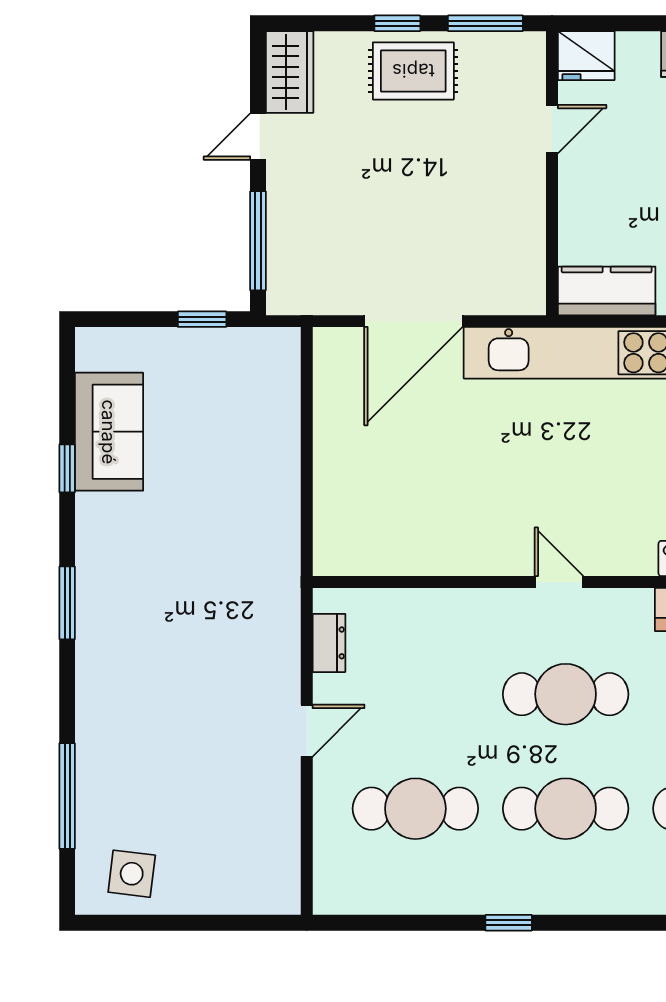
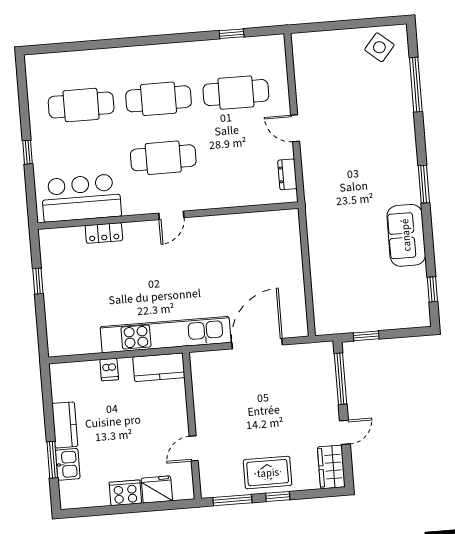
fridge: (586, 56) -> (157, 489), moved
sofa: (109, 432) -> (406, 235), moved
window: (67, 468) -> (432, 289), moved
door: (559, 582) -> (171, 215), hinge flipped
door: (307, 731) -> (295, 128), hinge flipped
side table: (132, 874) -> (379, 47), turned 33
window: (509, 923) -> (232, 34), moved

